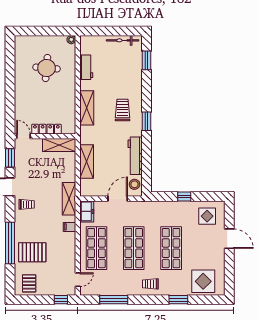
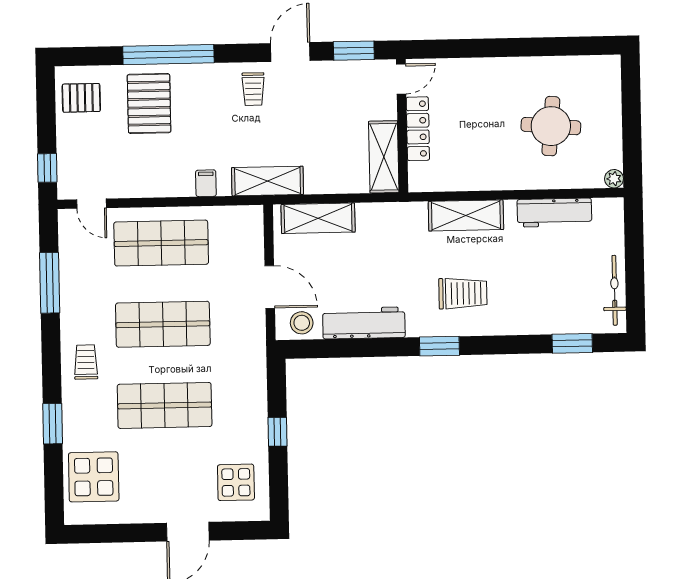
workbench: (86, 67) -> (554, 213), width x1.38
shelving: (87, 162) -> (318, 218), moved
freezer: (87, 211) -> (241, 220), removed

